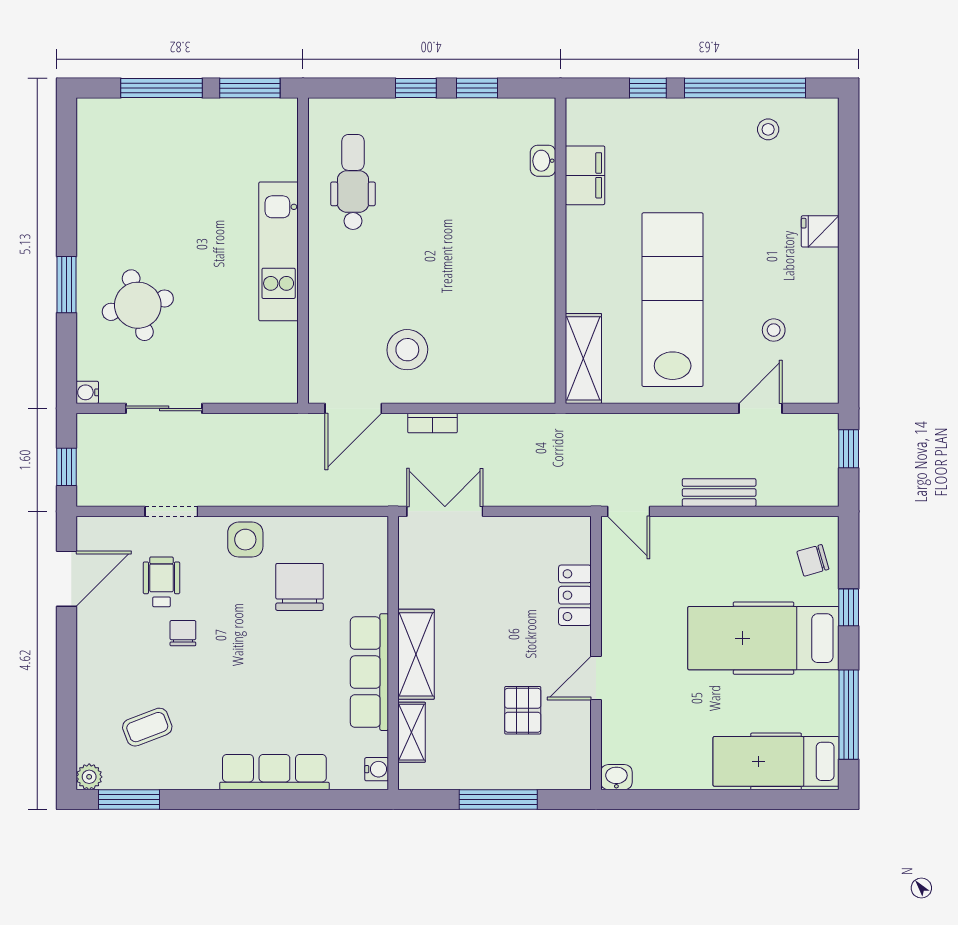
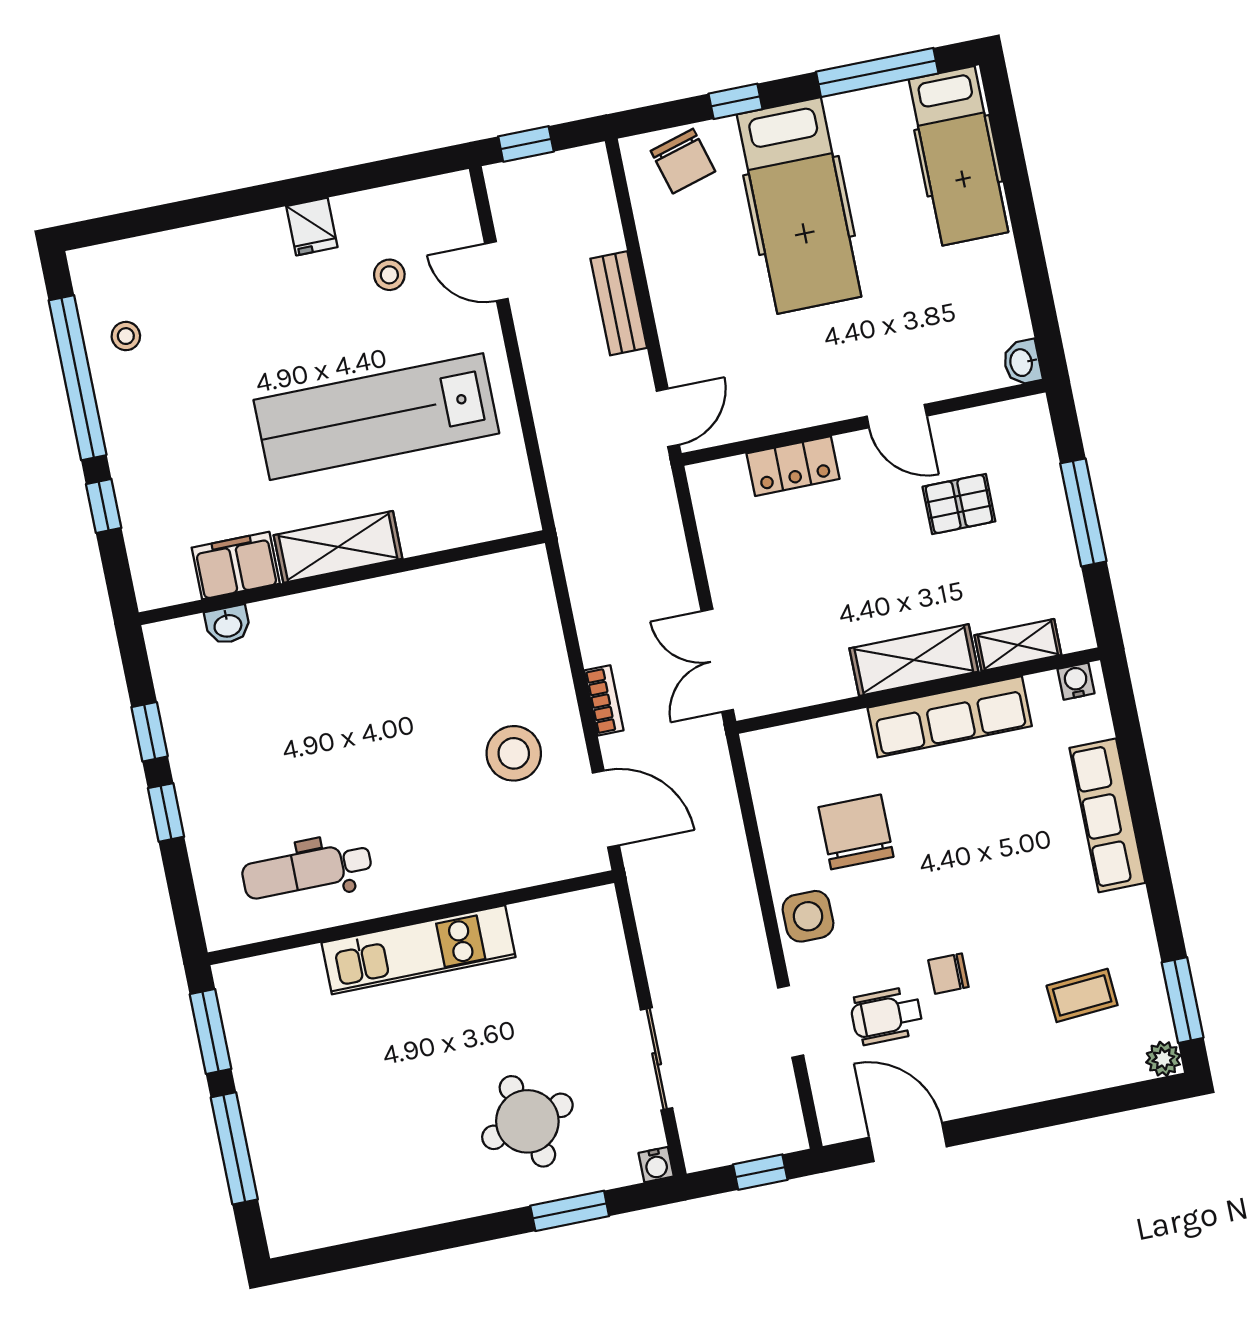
fridge: (820, 231) -> (312, 227), moved
window: (66, 285) -> (570, 1211), moved
shelving: (583, 358) -> (338, 547), moved
chair: (813, 560) -> (683, 161), width x1.37, depth x1.37
chair: (300, 587) -> (856, 832), turned 90
coffee table: (147, 727) -> (1082, 995), turned -73

